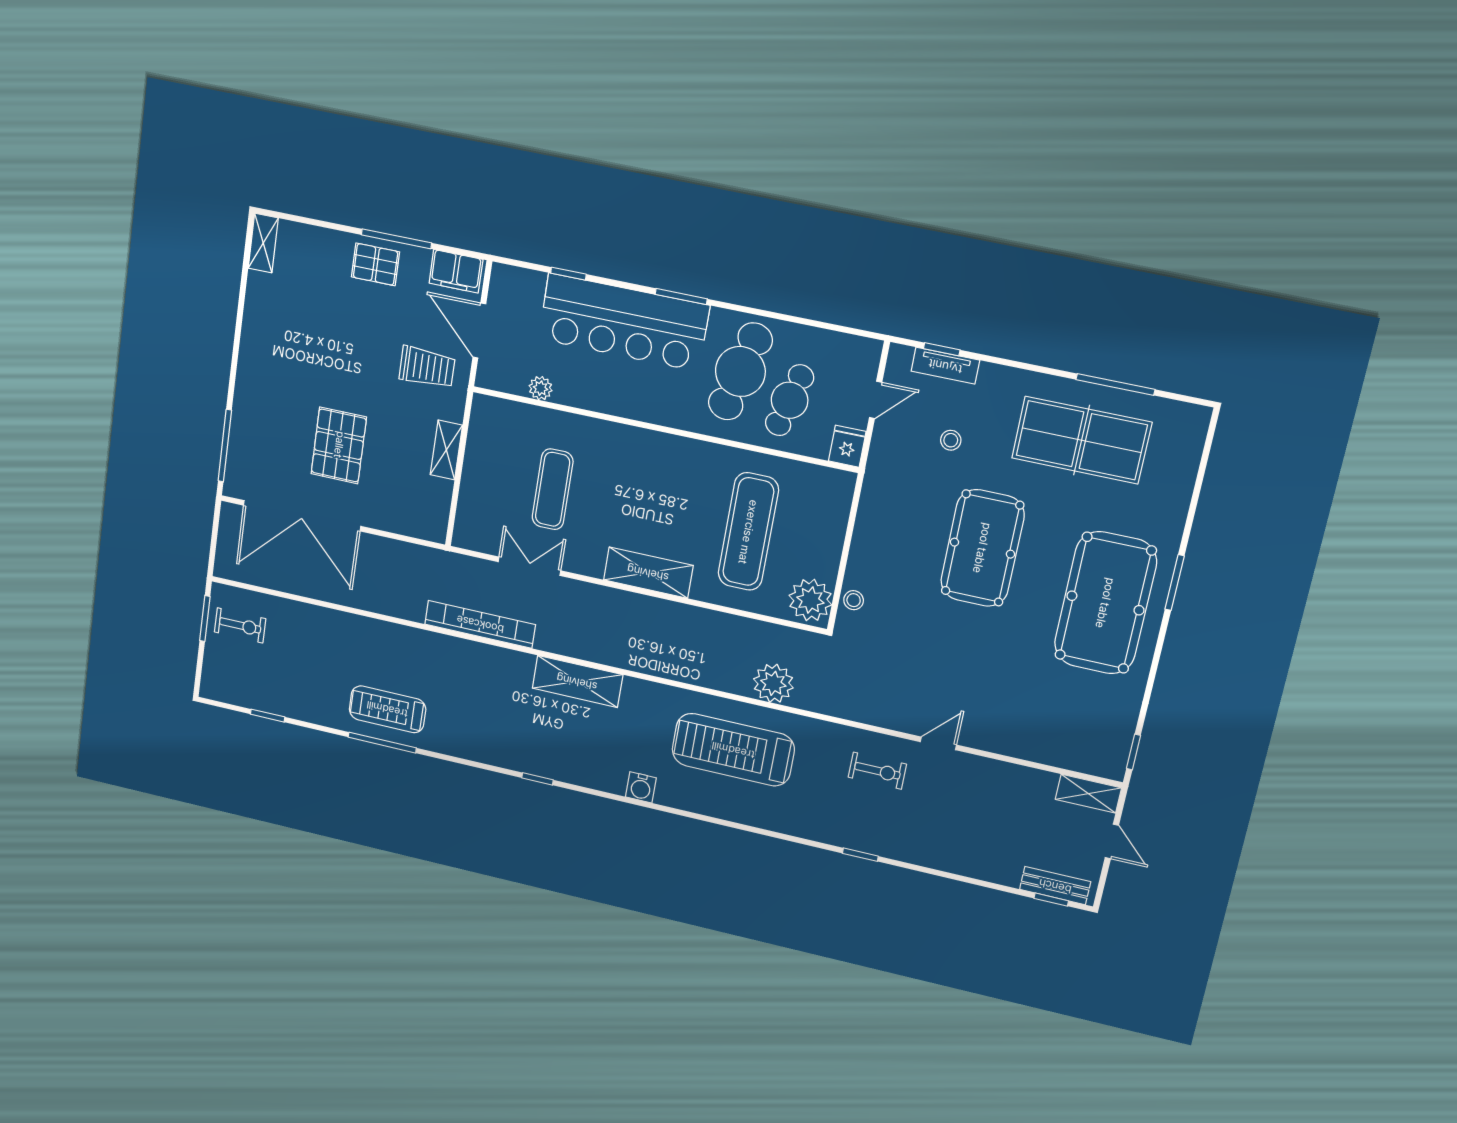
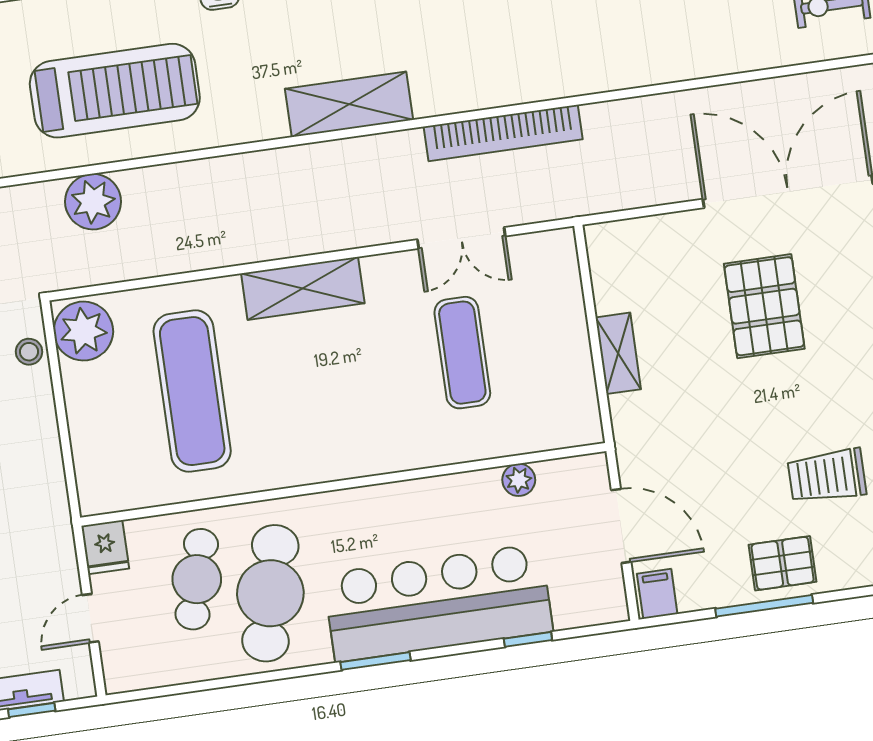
filing cabinet: (456, 271) -> (657, 594), width x0.50
trolley: (427, 367) -> (827, 476), moved

